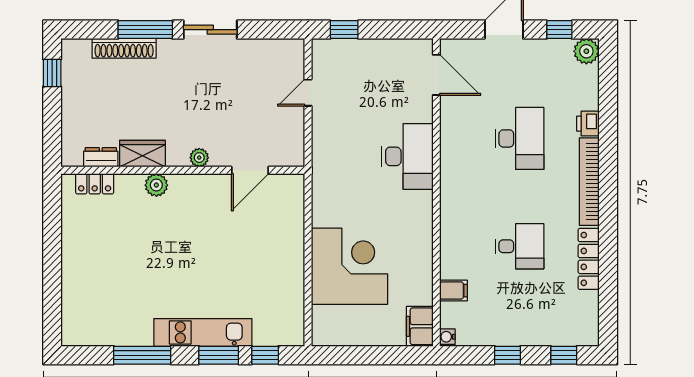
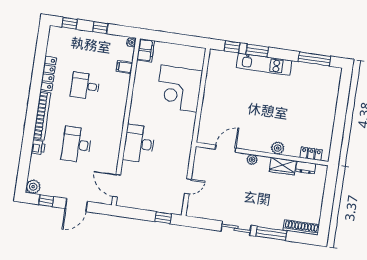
shoe rack: (124, 48) -> (301, 227), moved
window: (52, 73) -> (325, 217), removed
window: (142, 355) -> (314, 59), moved

